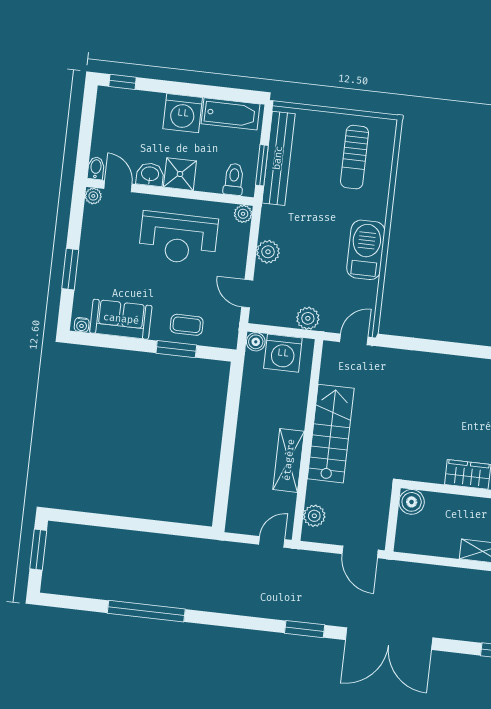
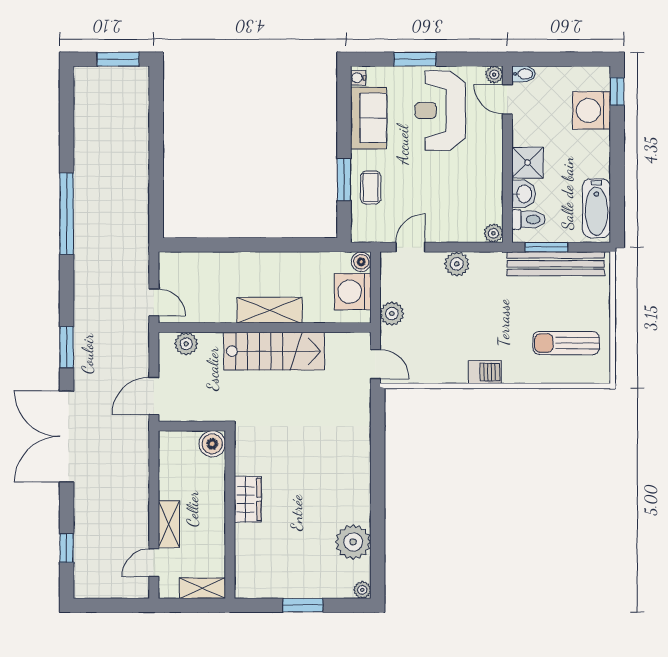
washing machine: (183, 113) -> (591, 110), moved
washbasin: (150, 174) -> (524, 194), moved
door: (118, 186) -> (507, 99), swing flipped
reception desk: (178, 238) -> (440, 110), moved
barbecue: (366, 250) -> (485, 372), width x0.53, depth x0.65
shelving: (289, 460) -> (270, 310), moved
window: (146, 611) -> (67, 214), moved

